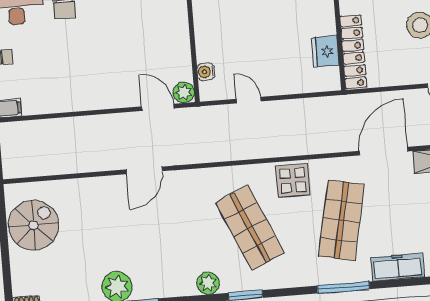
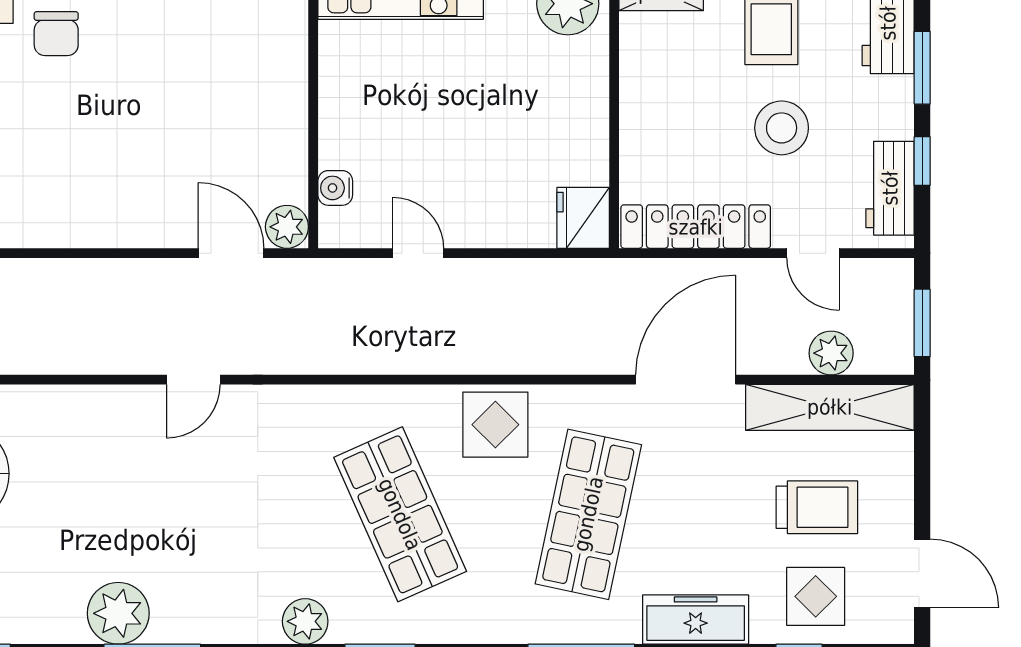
fridge: (325, 51) -> (583, 218), moved
locker: (353, 52) -> (696, 227), moved, turned -90
door: (144, 170) -> (193, 380), width x0.73

